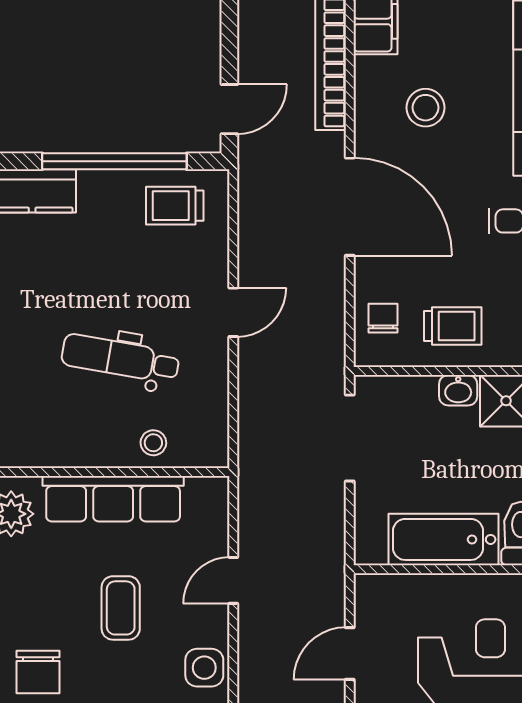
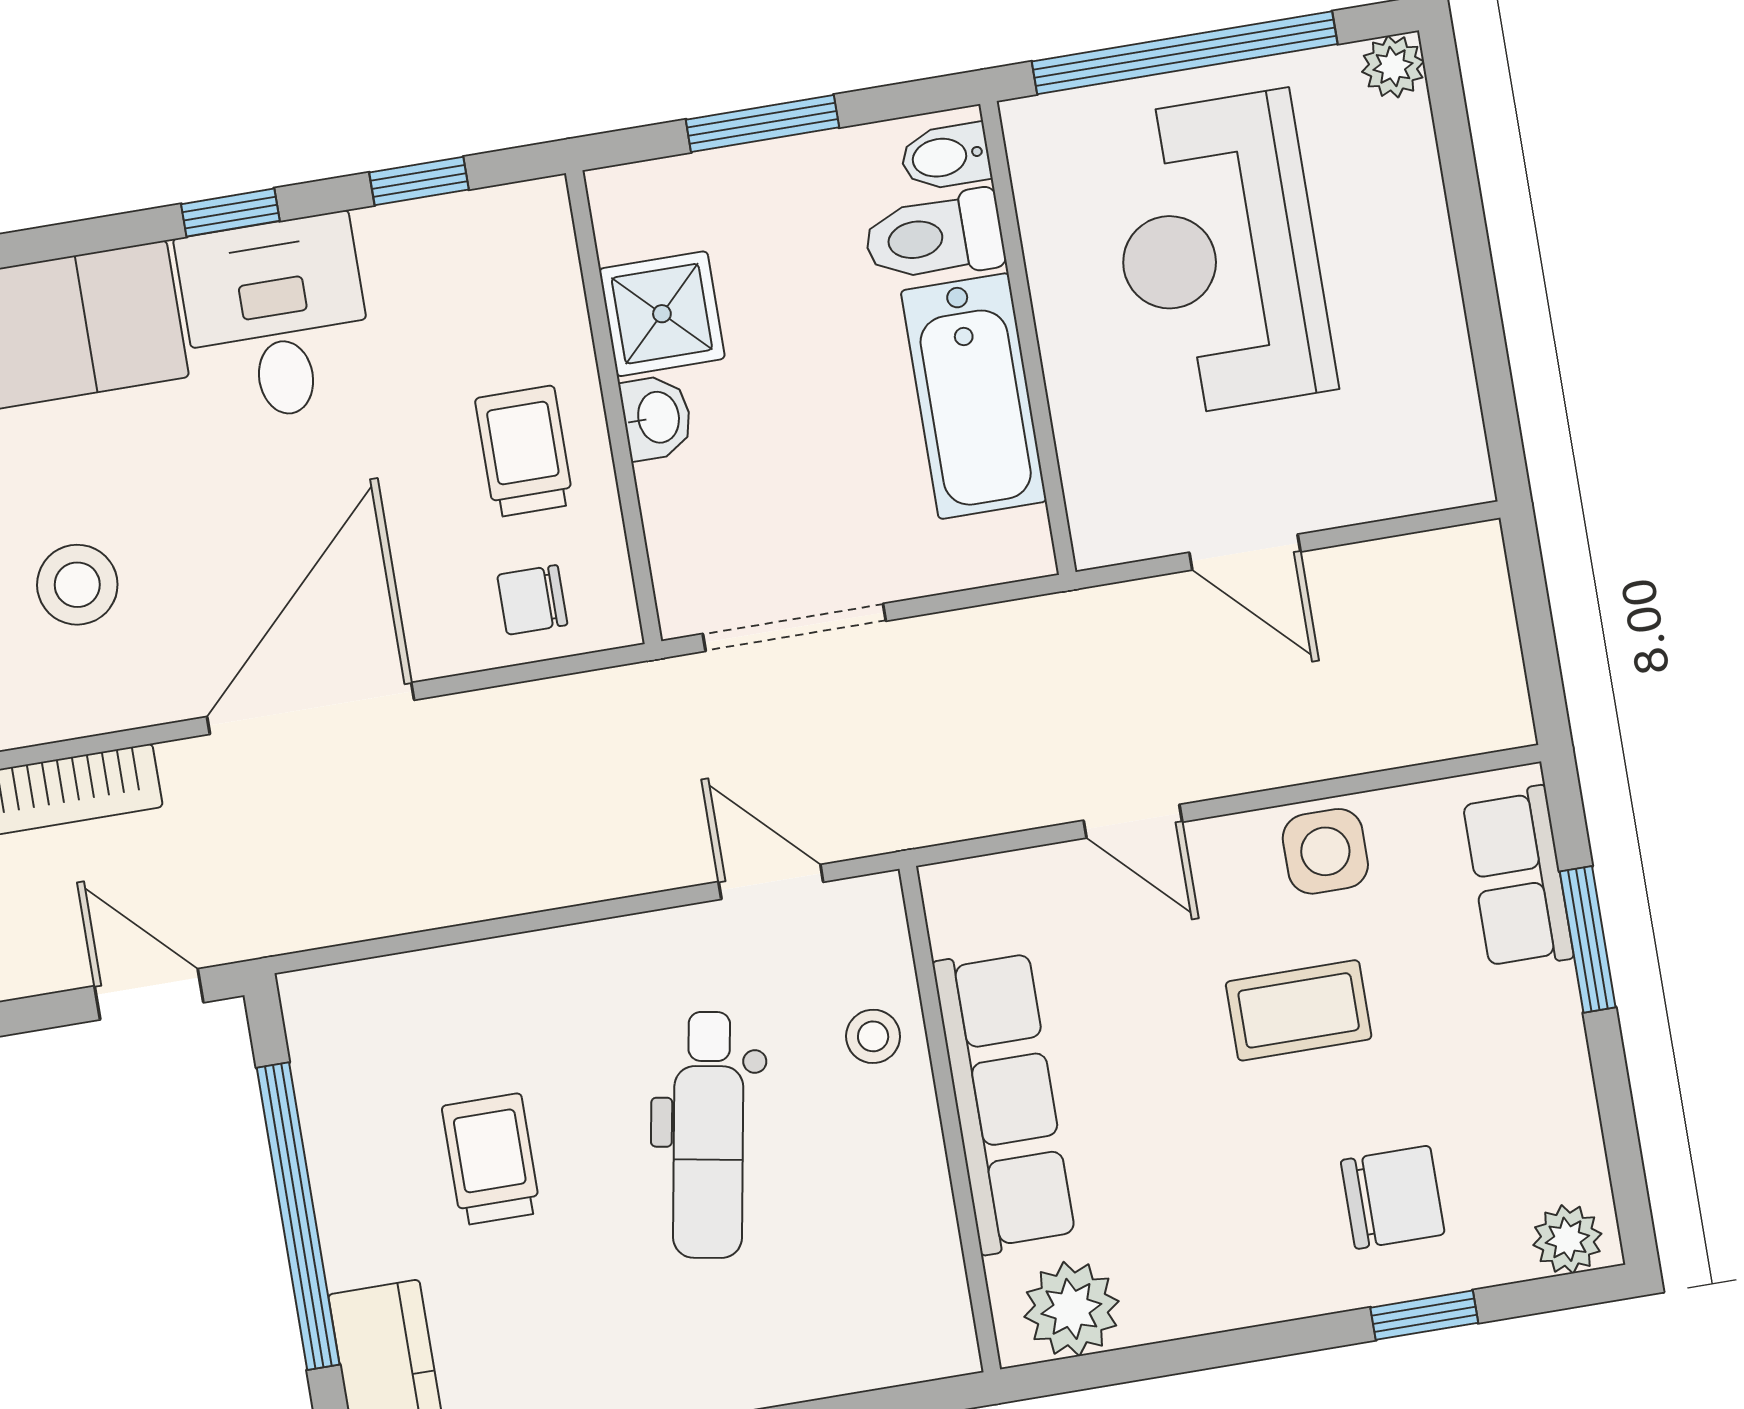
trolley: (175, 206) -> (491, 1159), moved, turned 180
door: (233, 312) -> (771, 882), moved
coffee table: (121, 608) -> (1299, 1010), moved

